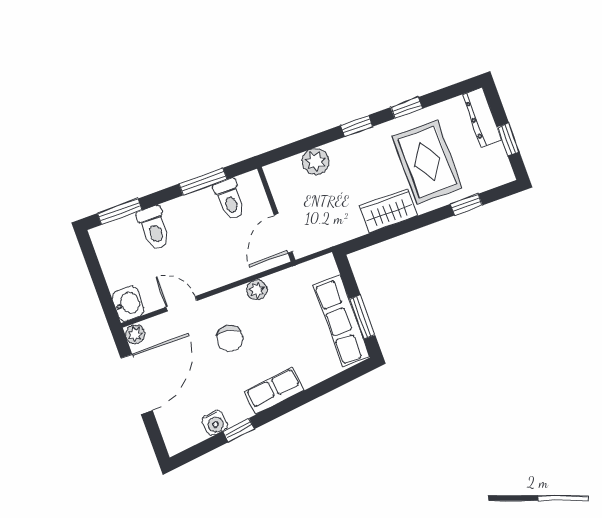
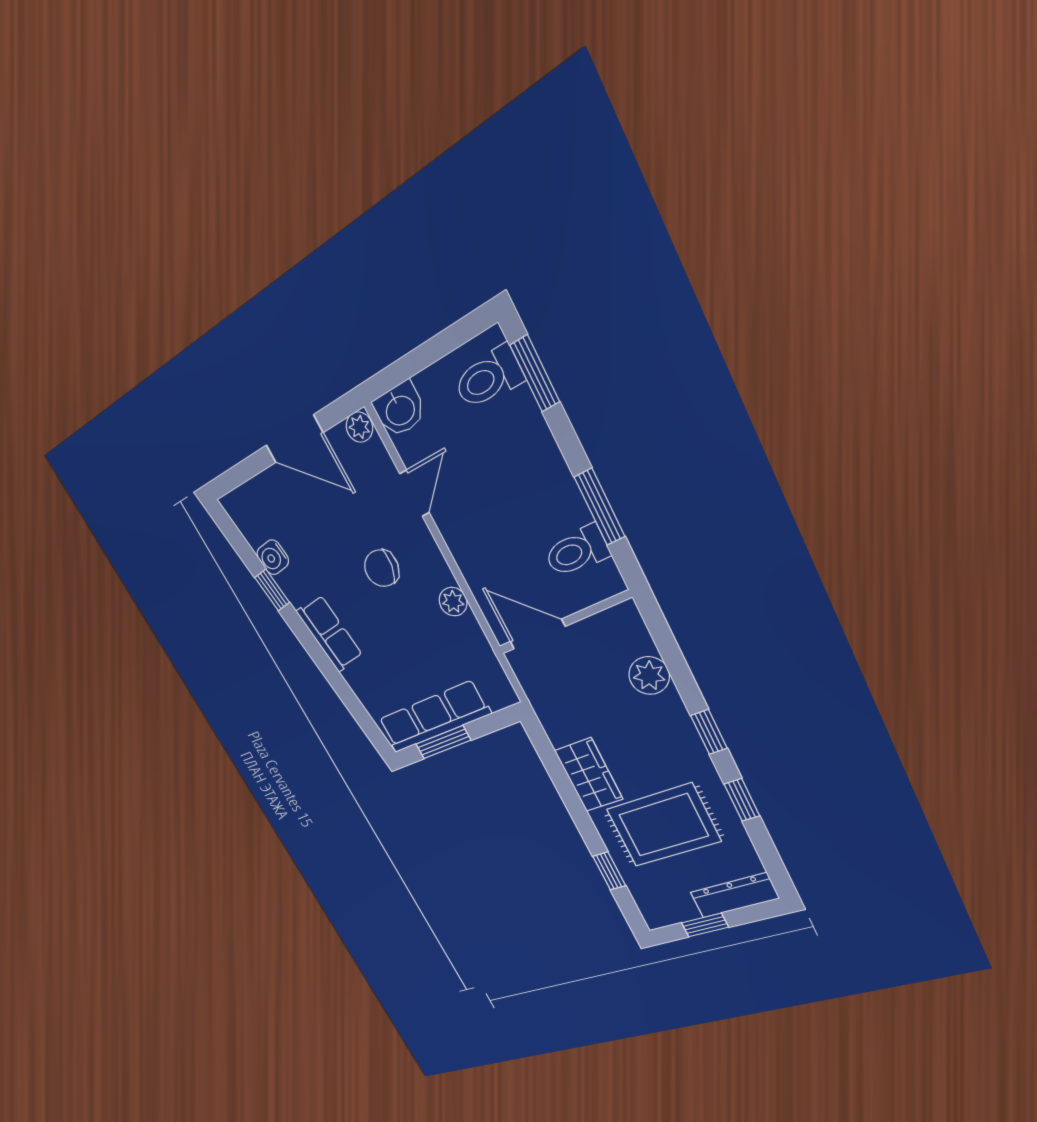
toilet: (154, 228) -> (488, 378), moved
door: (137, 384) -> (294, 439), width x0.73

